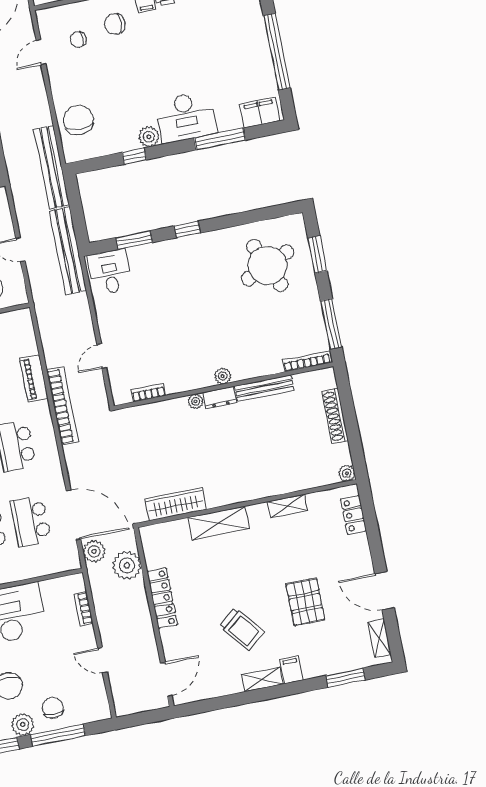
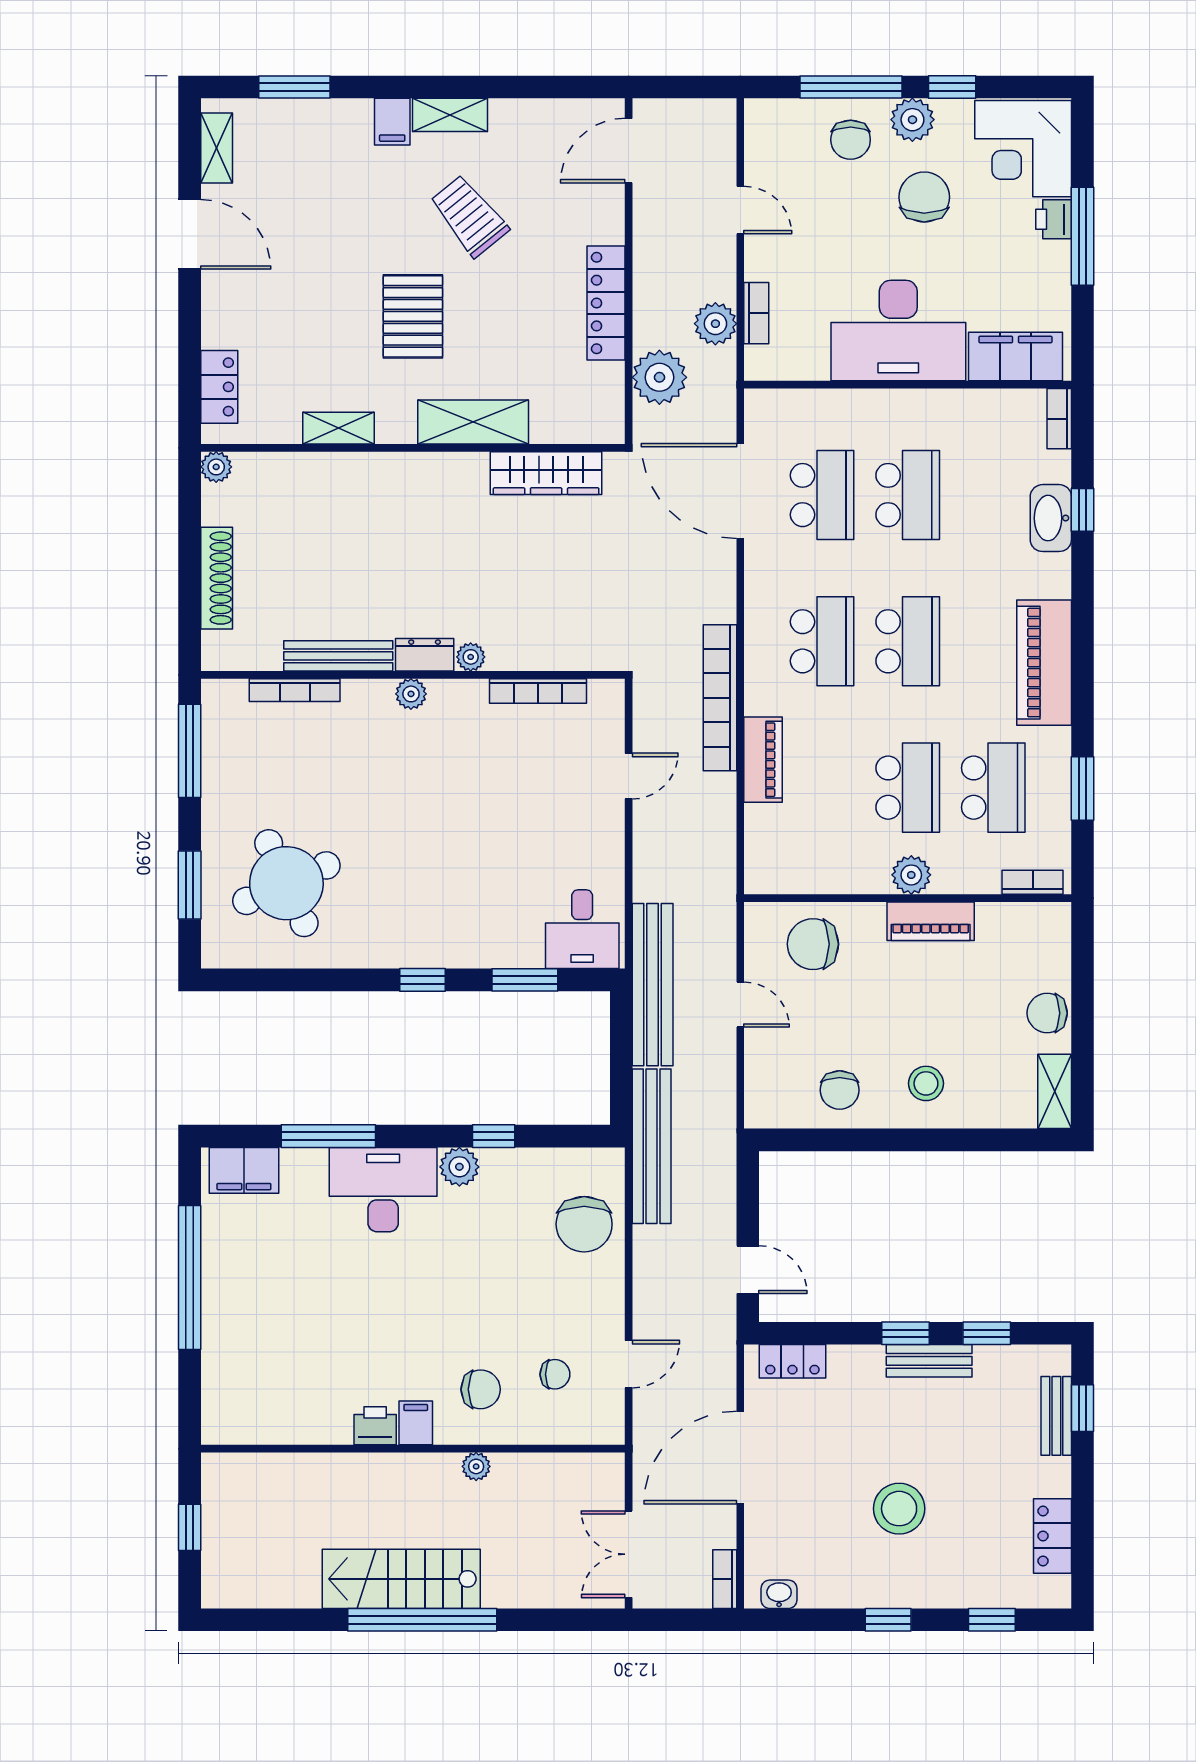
bookcase: (307, 361) -> (295, 690), moved
bookcase: (148, 393) -> (538, 691), width x1.56
plant: (94, 551) -> (715, 324), moved
pallet: (305, 602) -> (413, 316), moved

